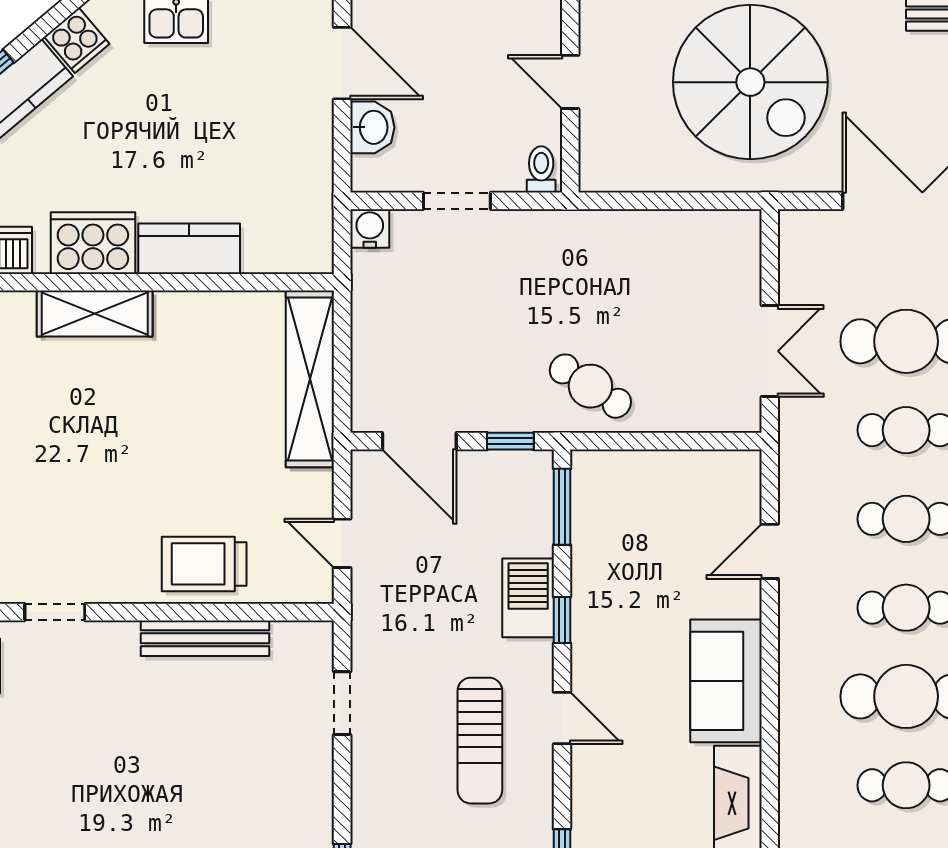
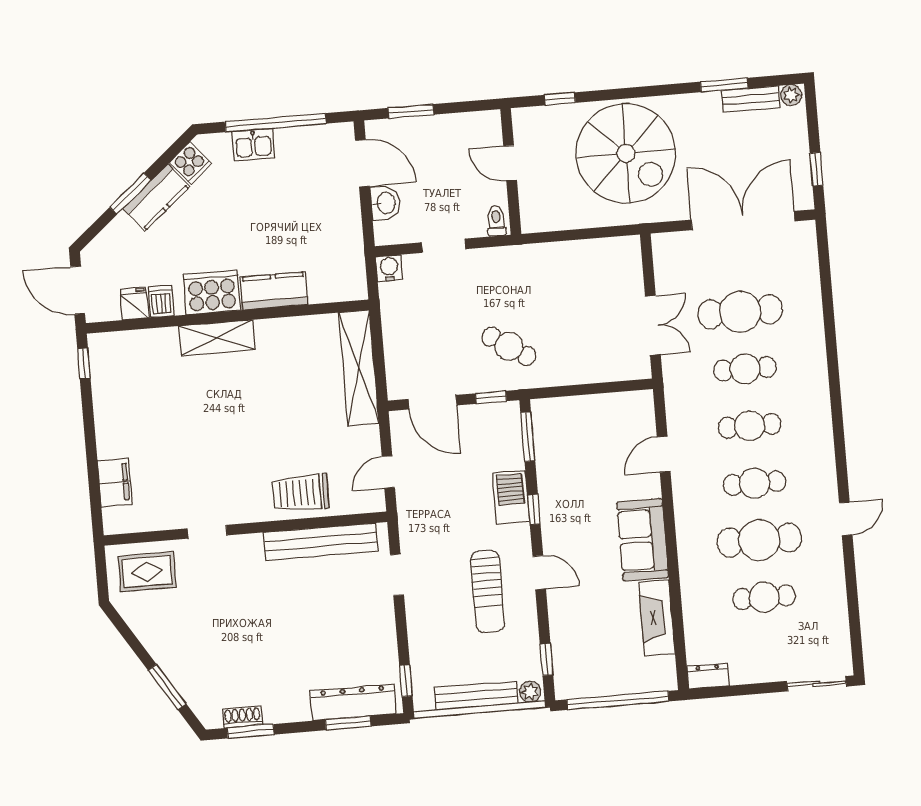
cafe table: (590, 386) -> (509, 346), moved
door: (342, 543) -> (388, 472), hinge flipped
bench: (205, 638) -> (321, 542), width x1.37, depth x1.21

